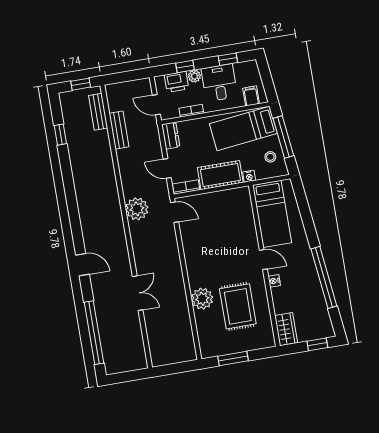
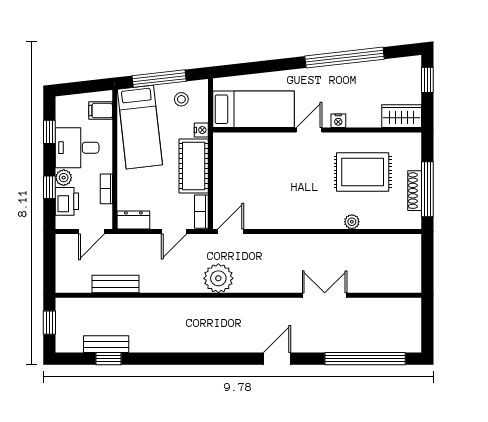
bench: (98, 112) -> (106, 344), moved
plant: (202, 299) -> (352, 222), width x0.53, depth x0.53
shoe rack: (230, 349) -> (415, 191), added
window: (233, 359) -> (427, 189), width x1.44

